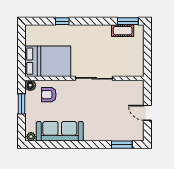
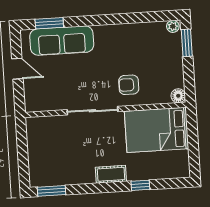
cot: (123, 31) -> (111, 174), moved
armchair: (49, 95) -> (129, 85), moved, turned 180
window: (22, 104) -> (187, 43), moved
sofa: (60, 131) -> (62, 41), moved

